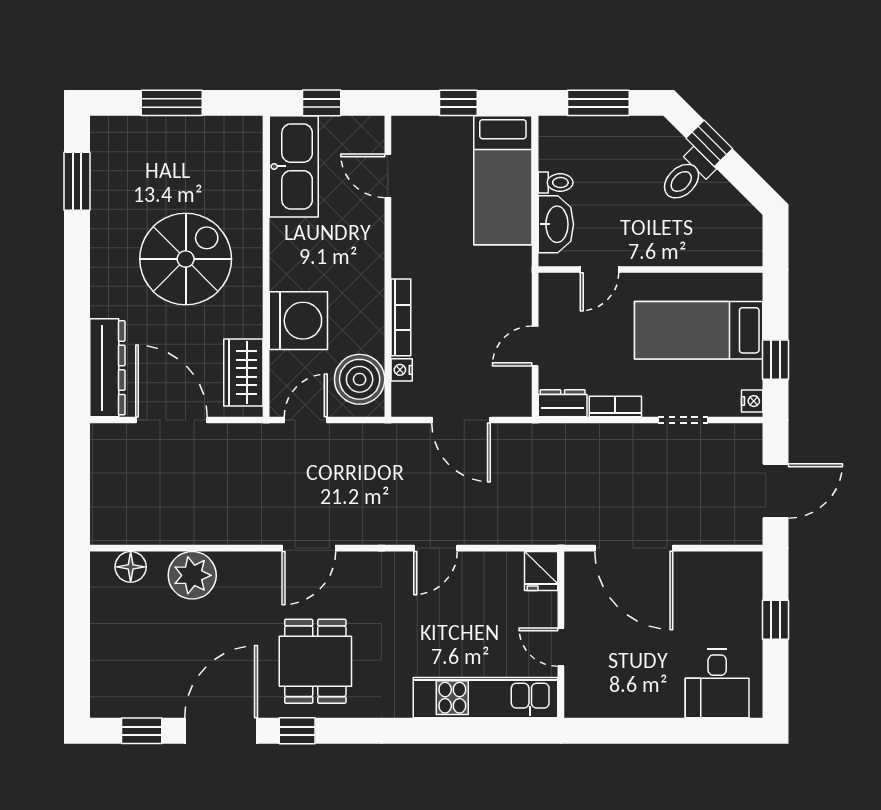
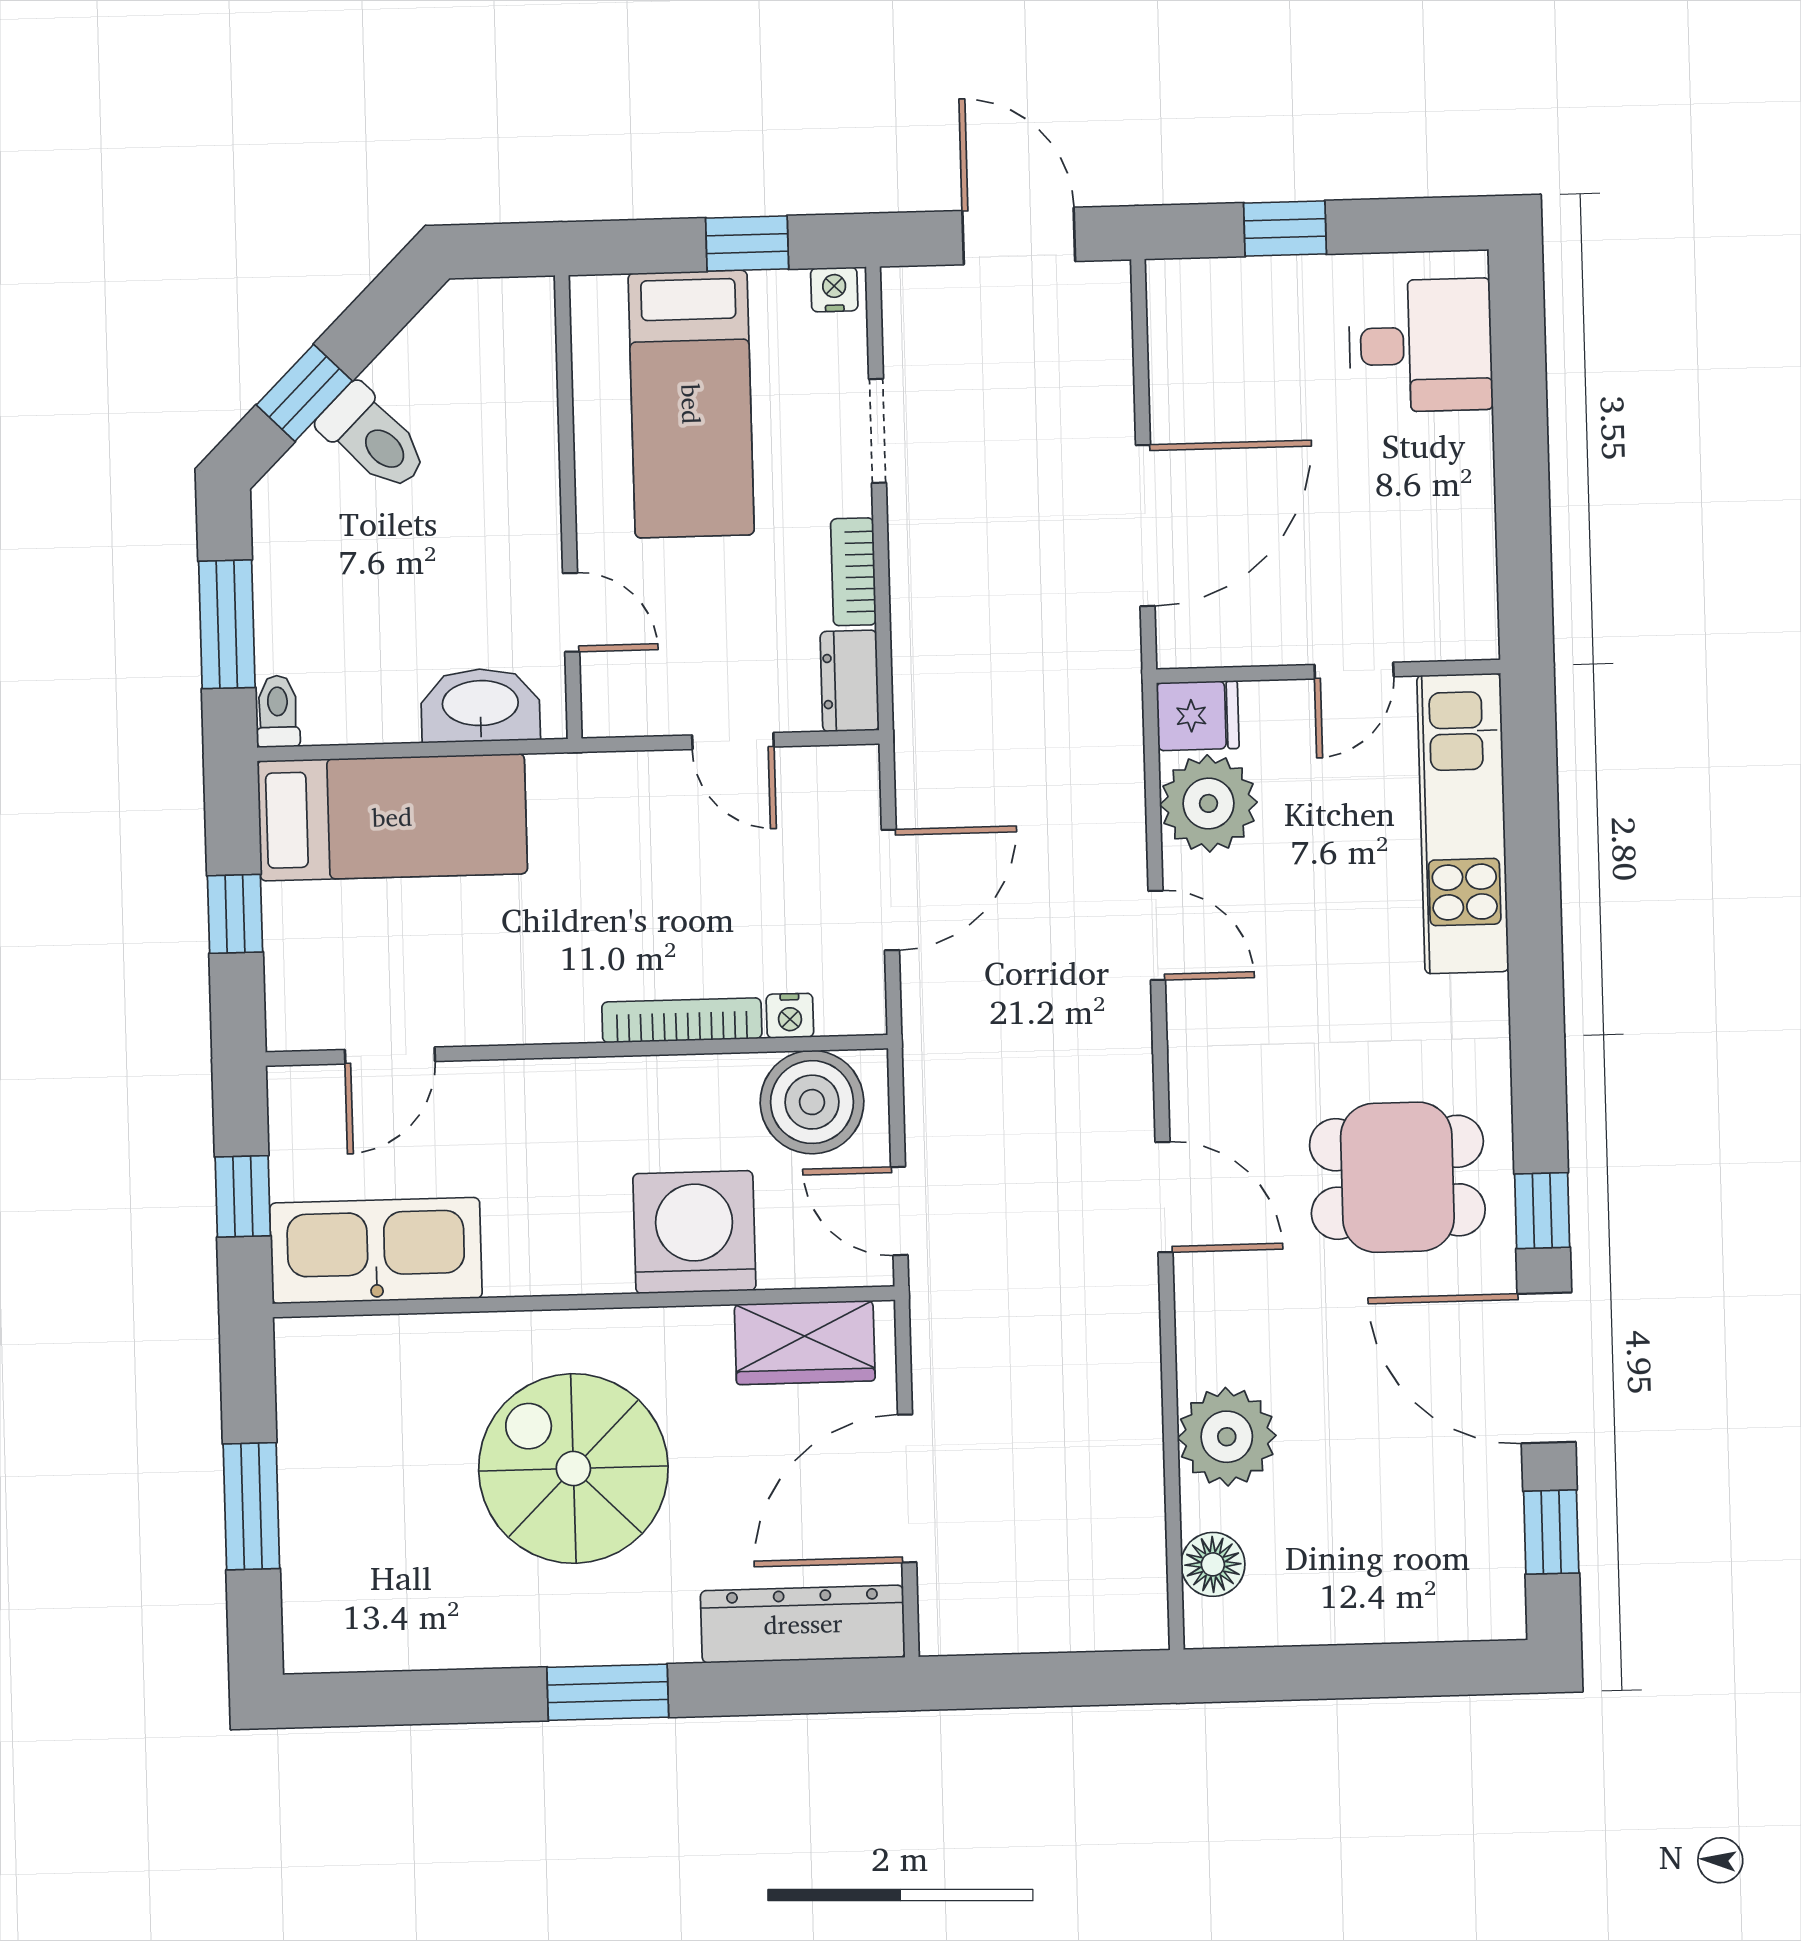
window: (77, 181) -> (608, 1692), moved
toilet: (556, 183) -> (278, 711), moved
plant: (499, 575) -> (1209, 803), added

